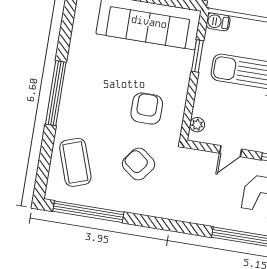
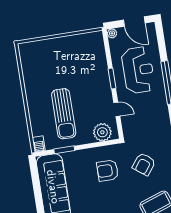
plant: (197, 125) -> (102, 132), width x1.88, depth x1.88

